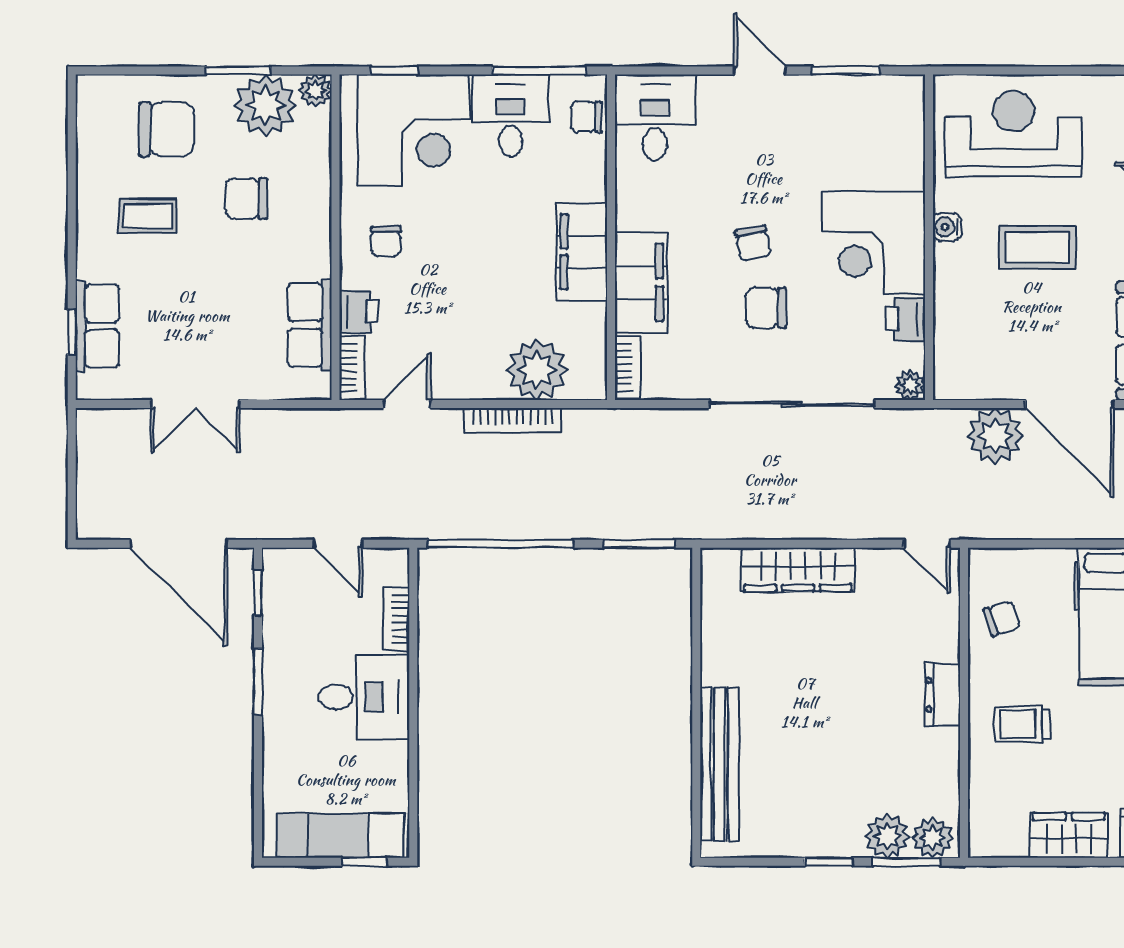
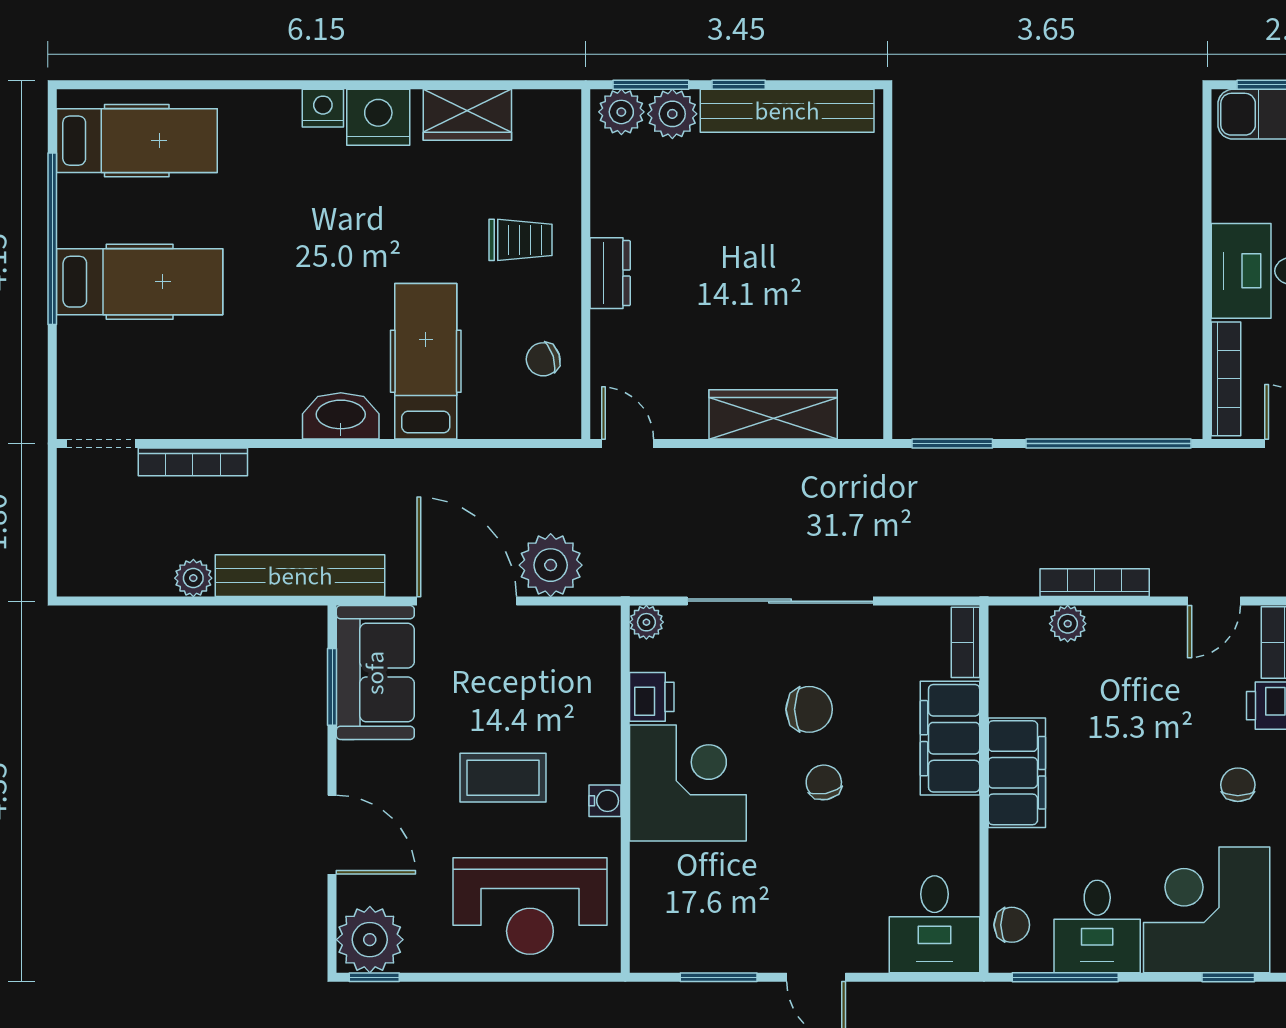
plant: (537, 370) -> (1068, 624), width x0.53, depth x0.53
bookcase: (396, 619) -> (1226, 379), width x1.56
bench: (719, 764) -> (787, 111), moved, turned 90

